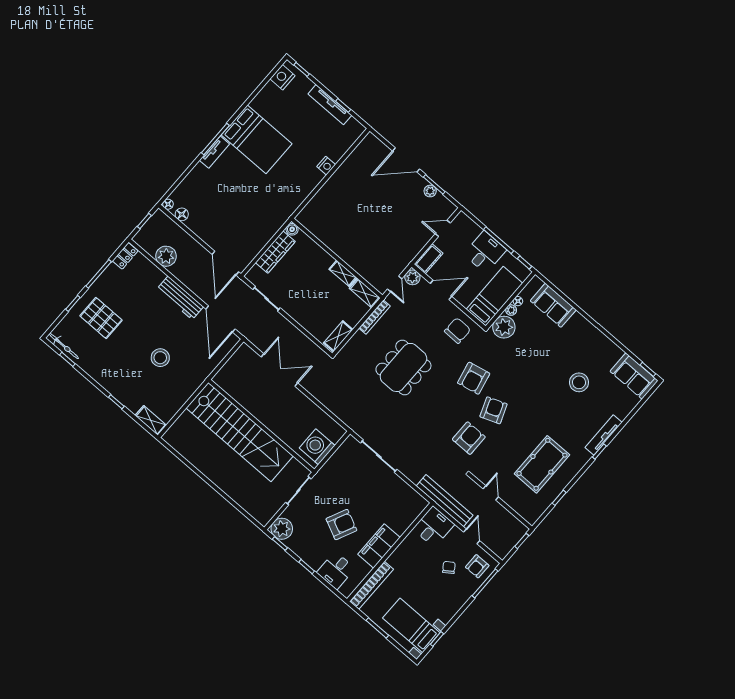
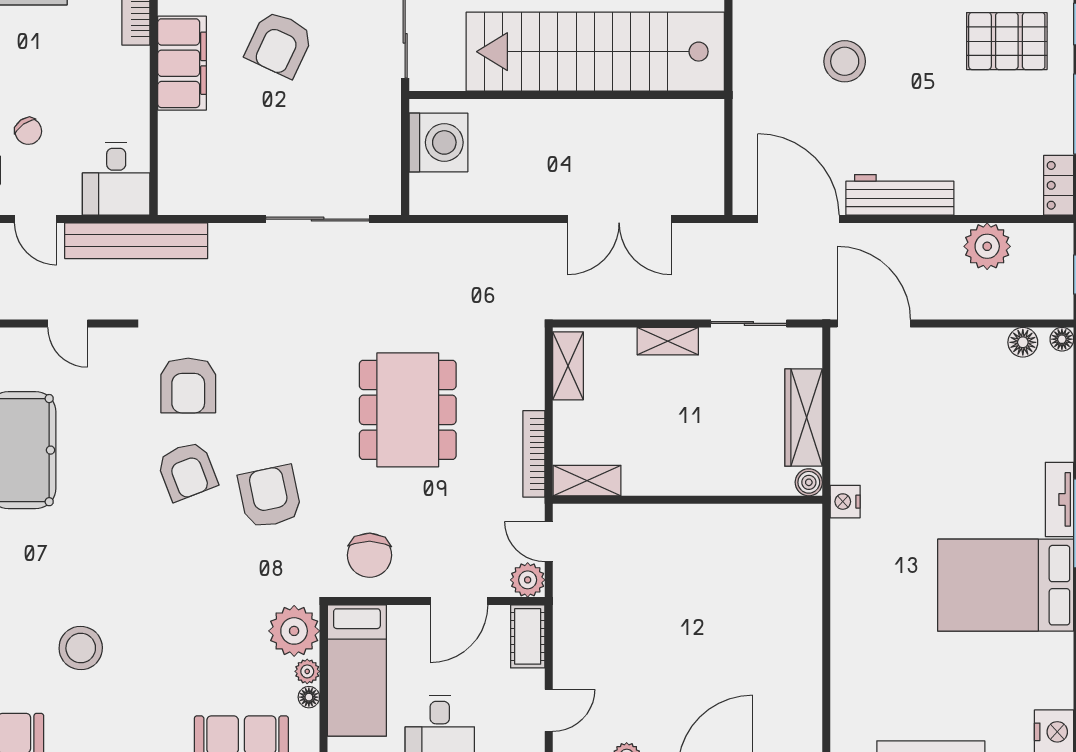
nightstand: (326, 166) -> (845, 502), moved
shelving: (343, 273) -> (668, 341), moved

